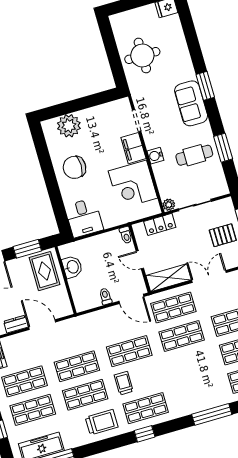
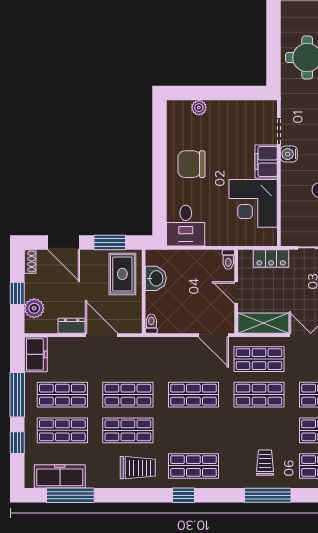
plant: (69, 126) -> (199, 108), width x0.53, depth x0.53
water cooler: (155, 156) -> (289, 154), moved
plant: (169, 205) -> (288, 239), removed
toilet: (106, 296) -> (151, 324), moved
trolley: (124, 383) -> (265, 463), moved

